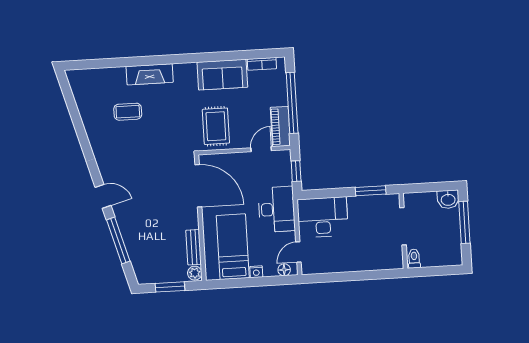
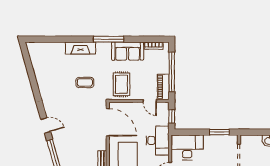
window: (192, 58) -> (109, 39), added
coffee table: (128, 112) -> (85, 82), moved
door: (261, 149) -> (150, 101), swing flipped

